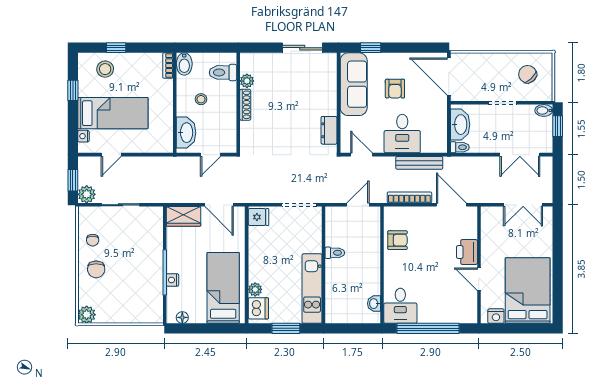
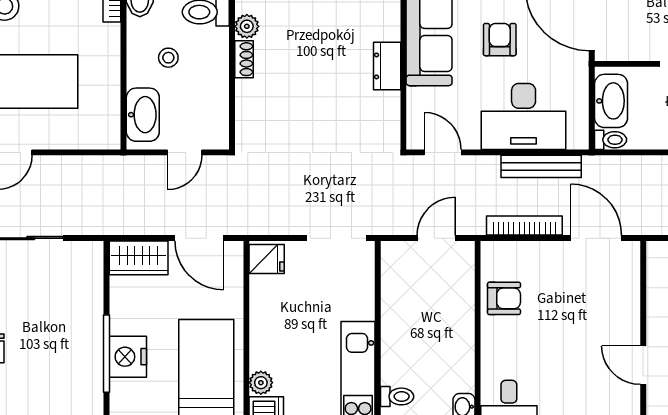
armchair: (395, 89) -> (500, 40), turned 180
shoe rack: (245, 105) -> (244, 59), width x0.70
dresser: (329, 130) -> (387, 66), moved
desk: (402, 134) -> (524, 116), width x1.37
printer: (467, 252) -> (623, 319), removed
toilet: (335, 253) -> (397, 396), moved
nightstand: (172, 280) -> (128, 357), width x1.89, depth x1.79

